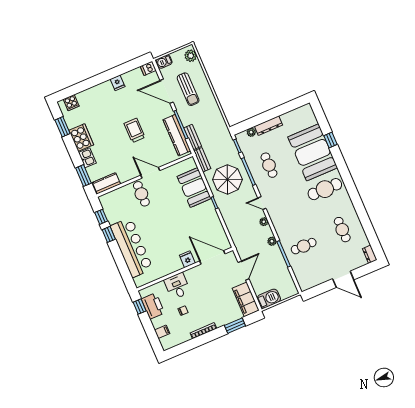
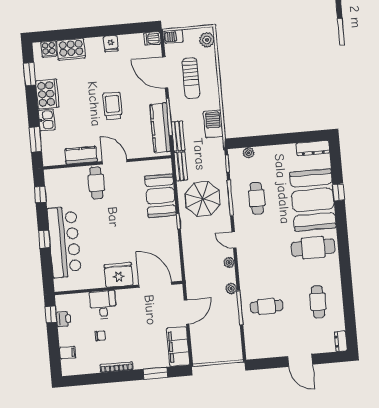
cooker: (88, 97) -> (71, 49), added
dresser: (269, 126) -> (313, 148), moved
kitchen counter: (106, 183) -> (81, 155), moved
window: (109, 234) -> (44, 239), moved
fridge: (187, 259) -> (118, 275), width x1.88, depth x1.34
barbecue: (269, 299) -> (213, 124), moved, turned -90
printer: (153, 306) -> (64, 319), width x0.53, depth x0.68

